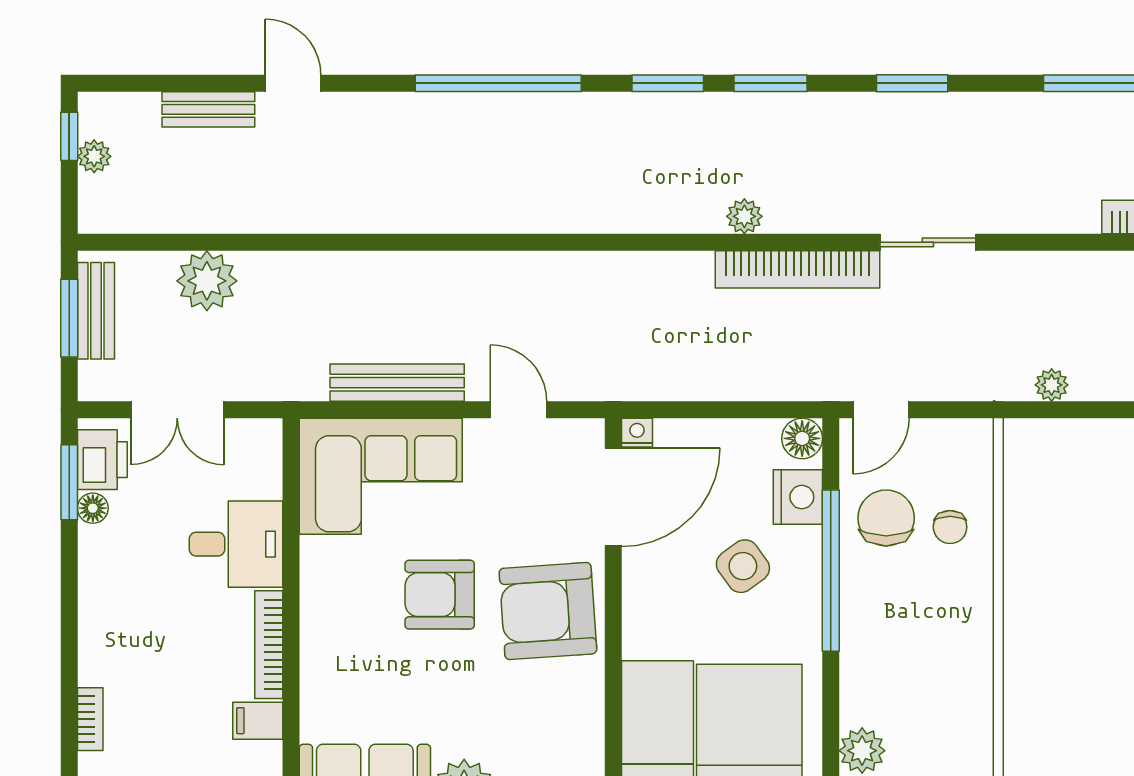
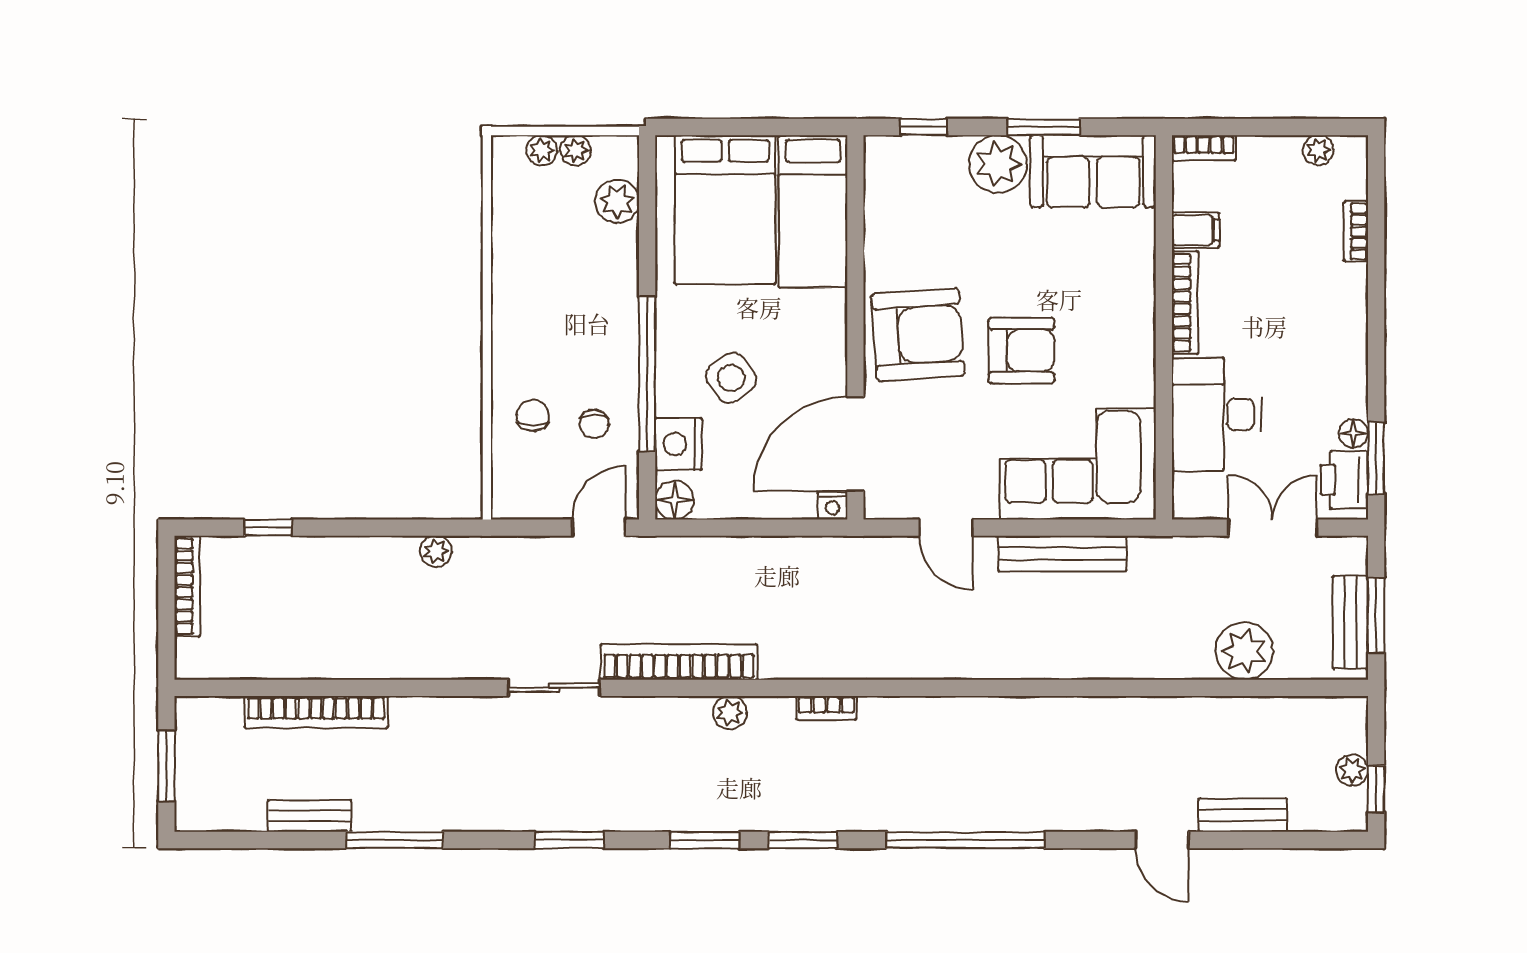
bookcase: (643, 221) -> (826, 708), added
chair: (886, 518) -> (594, 424), width x0.54, depth x0.54
desk: (236, 544) -> (1216, 414), width x1.37

